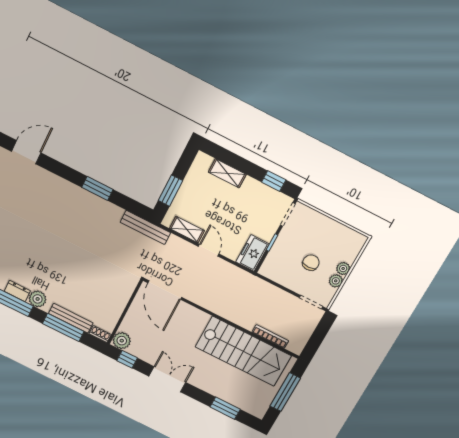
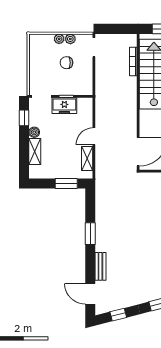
boiler: (250, 184) -> (34, 132), added
bench: (145, 227) -> (100, 266), moved, width x0.73
freezer: (253, 253) -> (64, 106), moved

